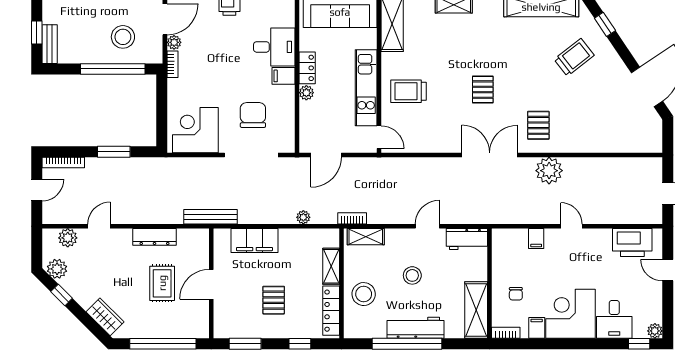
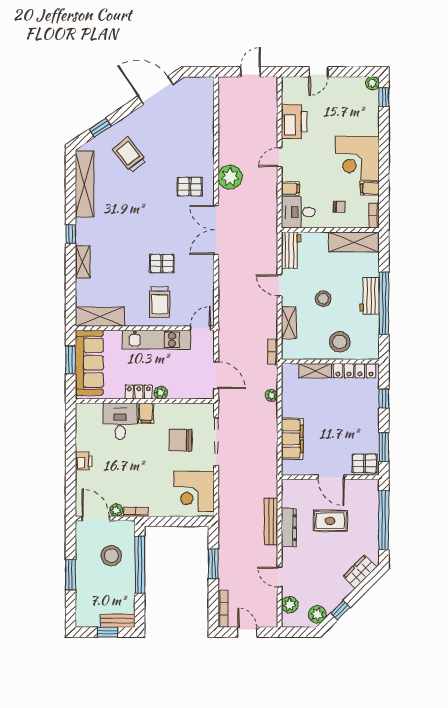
pallet: (483, 90) -> (162, 263), moved
bench: (211, 217) -> (271, 522), moved
shelving: (366, 237) -> (289, 323), moved
printer: (632, 243) -> (294, 122), moved
pallet: (274, 300) -> (365, 463), moved
desk: (614, 319) -> (298, 212), moved, turned 180
workbench: (415, 328) -> (370, 296), width x0.73

